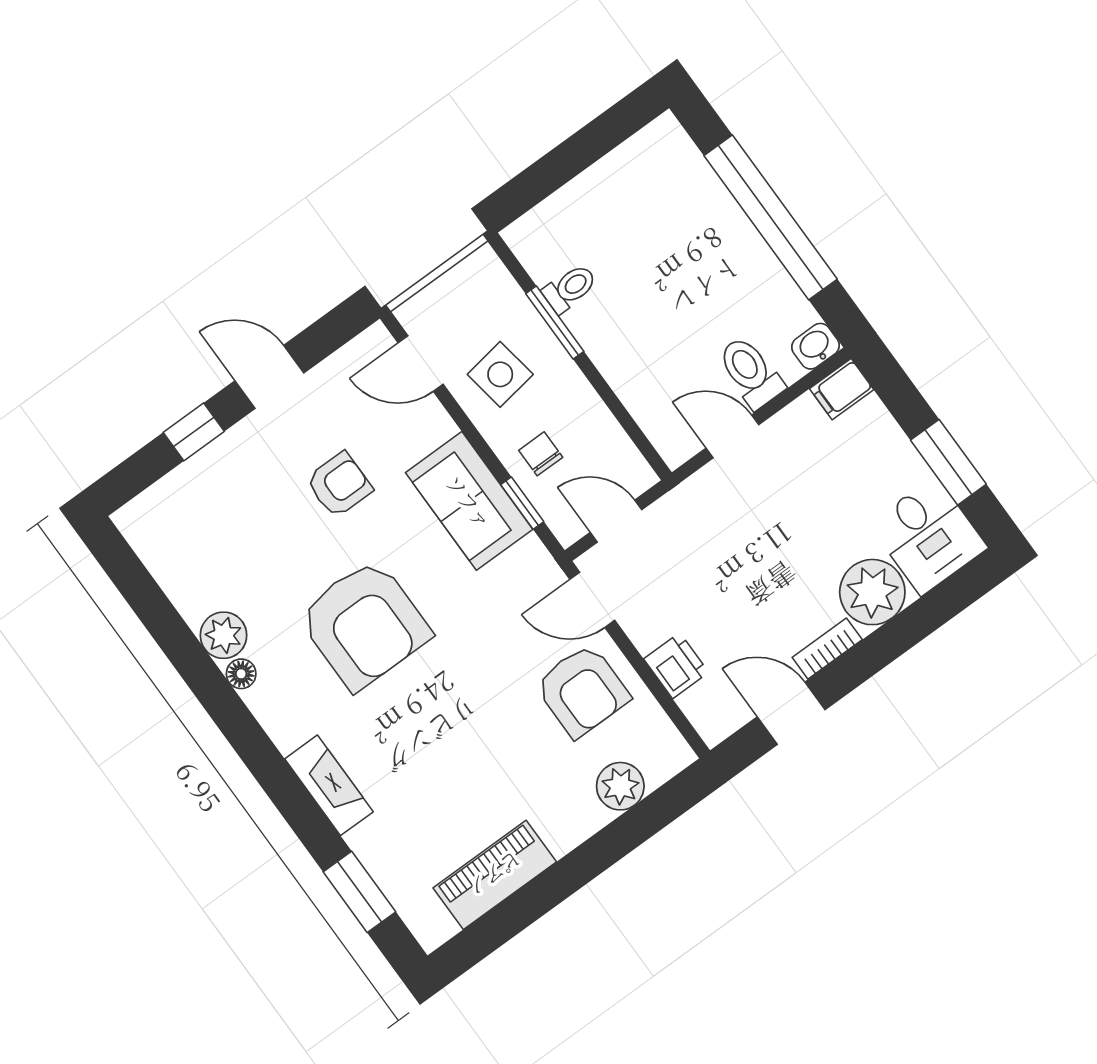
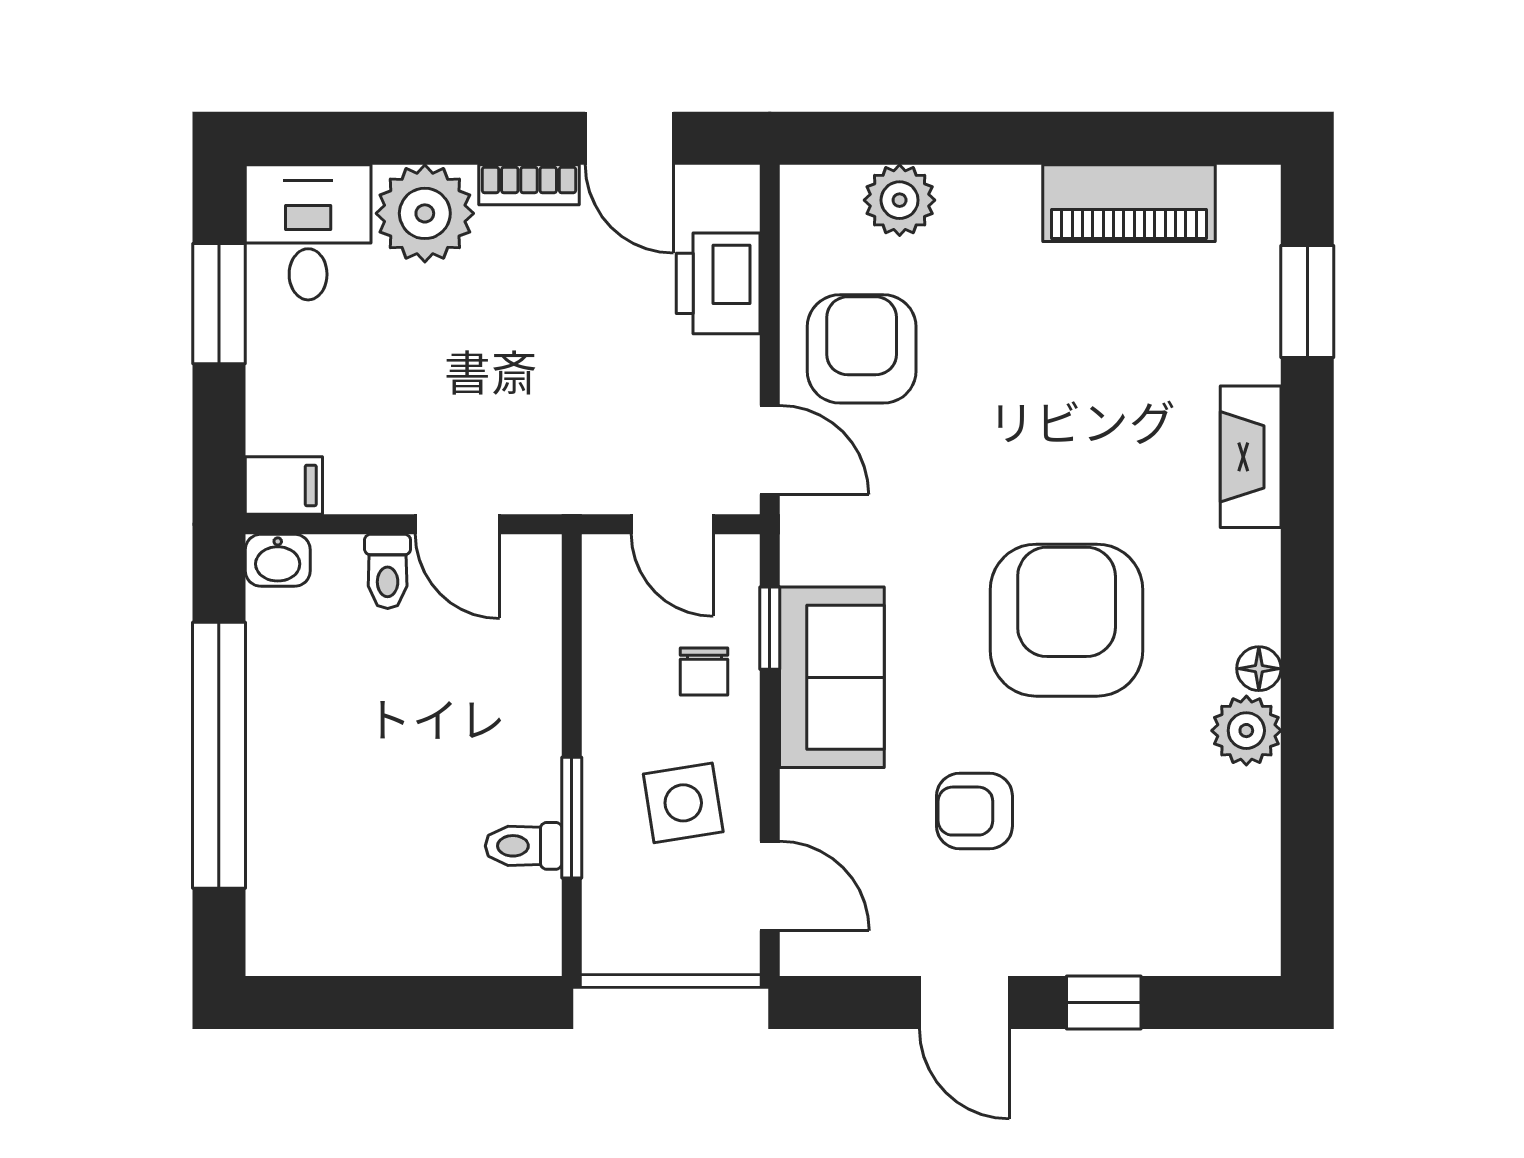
toilet: (751, 372) -> (388, 571), width x0.73, depth x0.72
printer: (676, 666) -> (718, 283), width x1.36, depth x1.24

